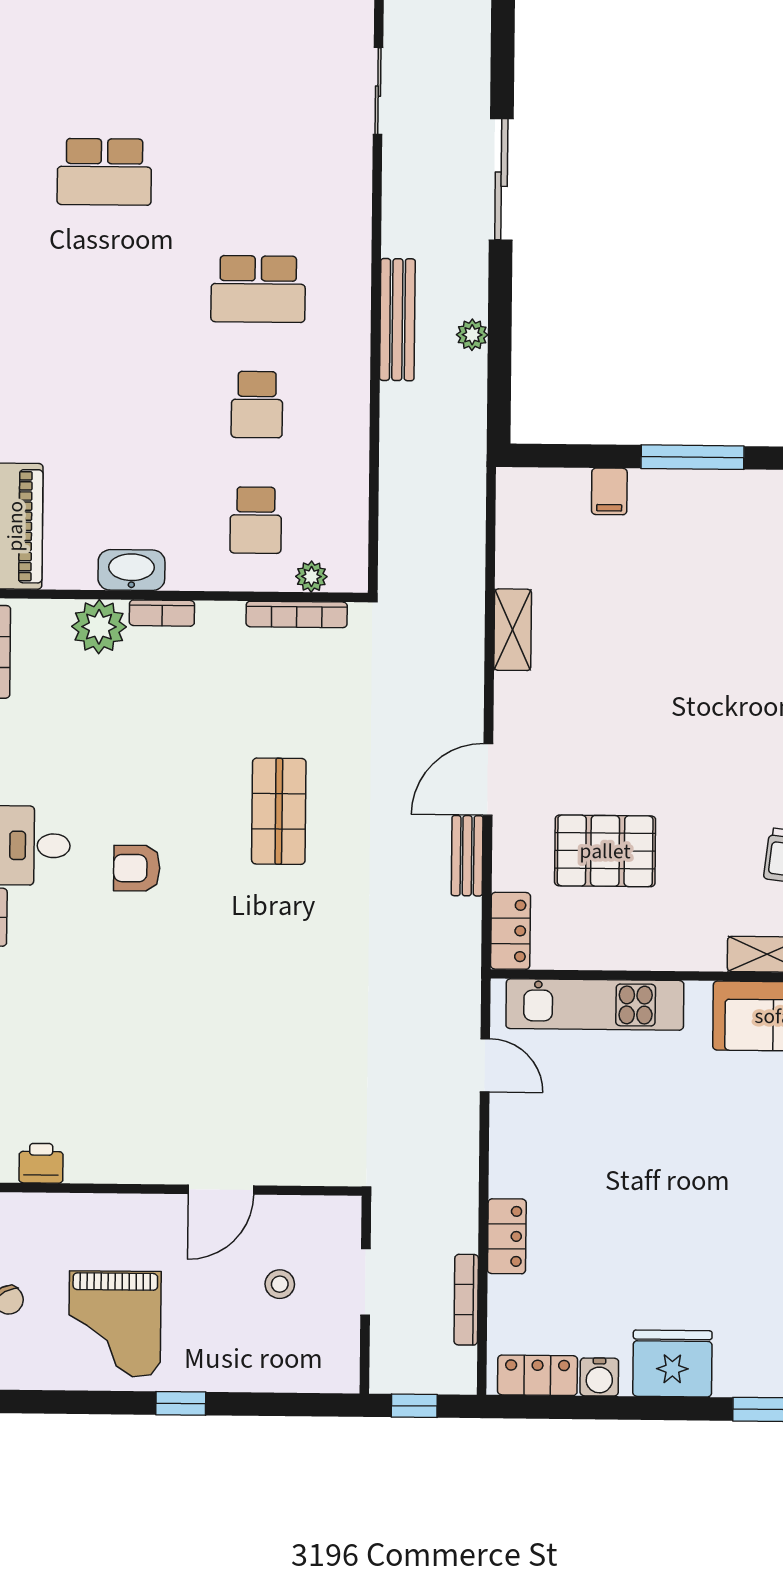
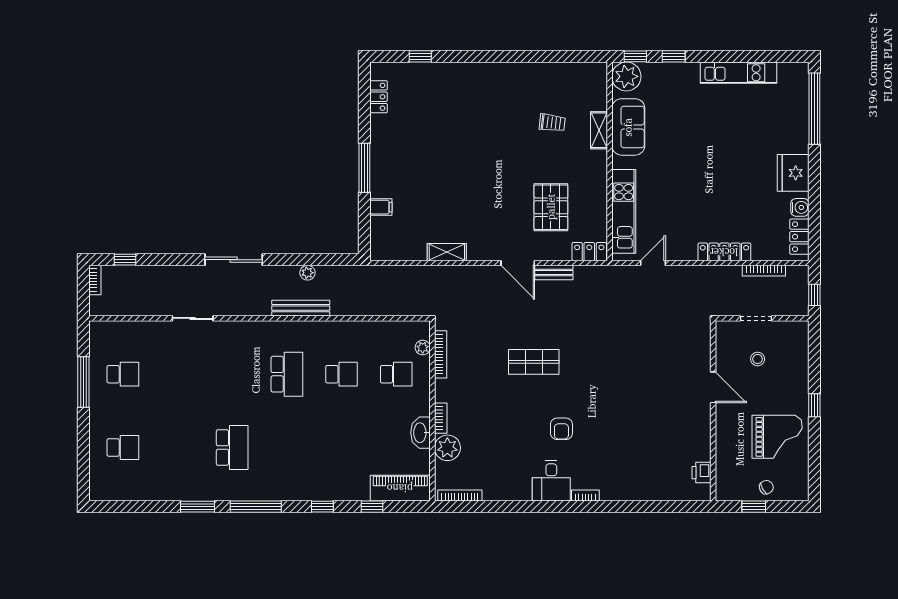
locker: (507, 1236) -> (724, 252), width x1.53

